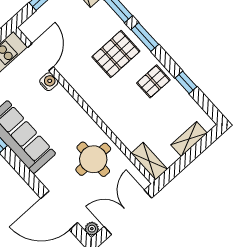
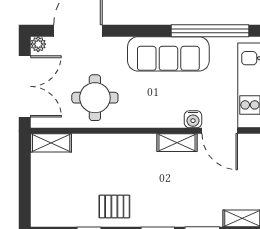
pallet: (116, 54) -> (165, 196), removed
pallet: (153, 81) -> (114, 206), turned 90
shelving: (189, 139) -> (177, 143), moved, turned 90

